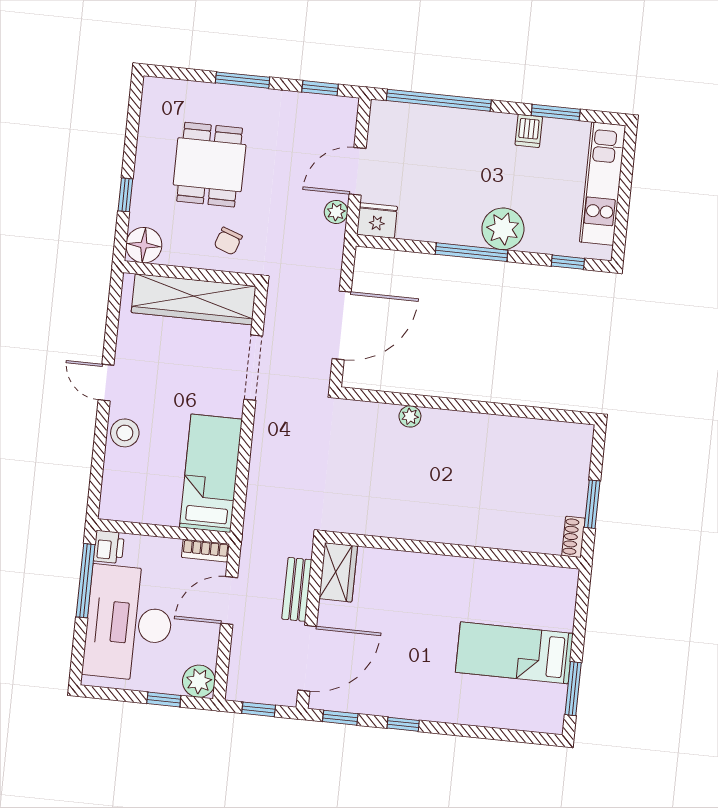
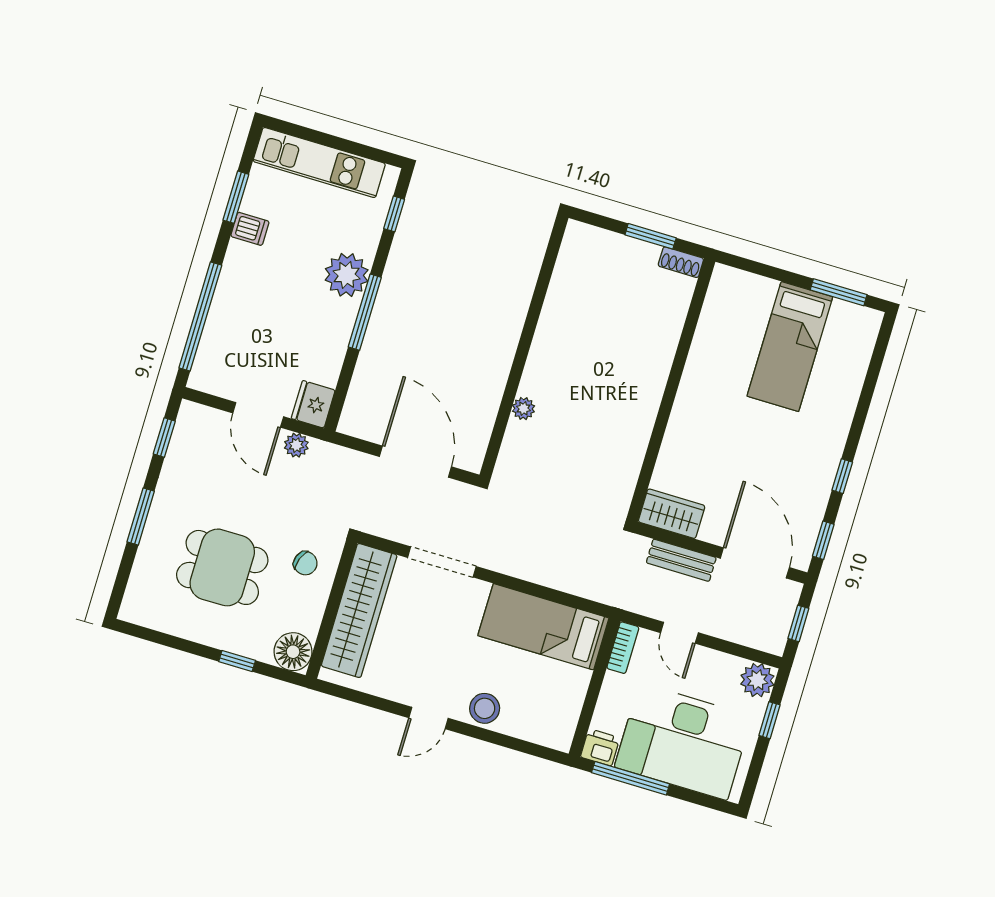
door: (229, 601) -> (679, 633), width x0.73

